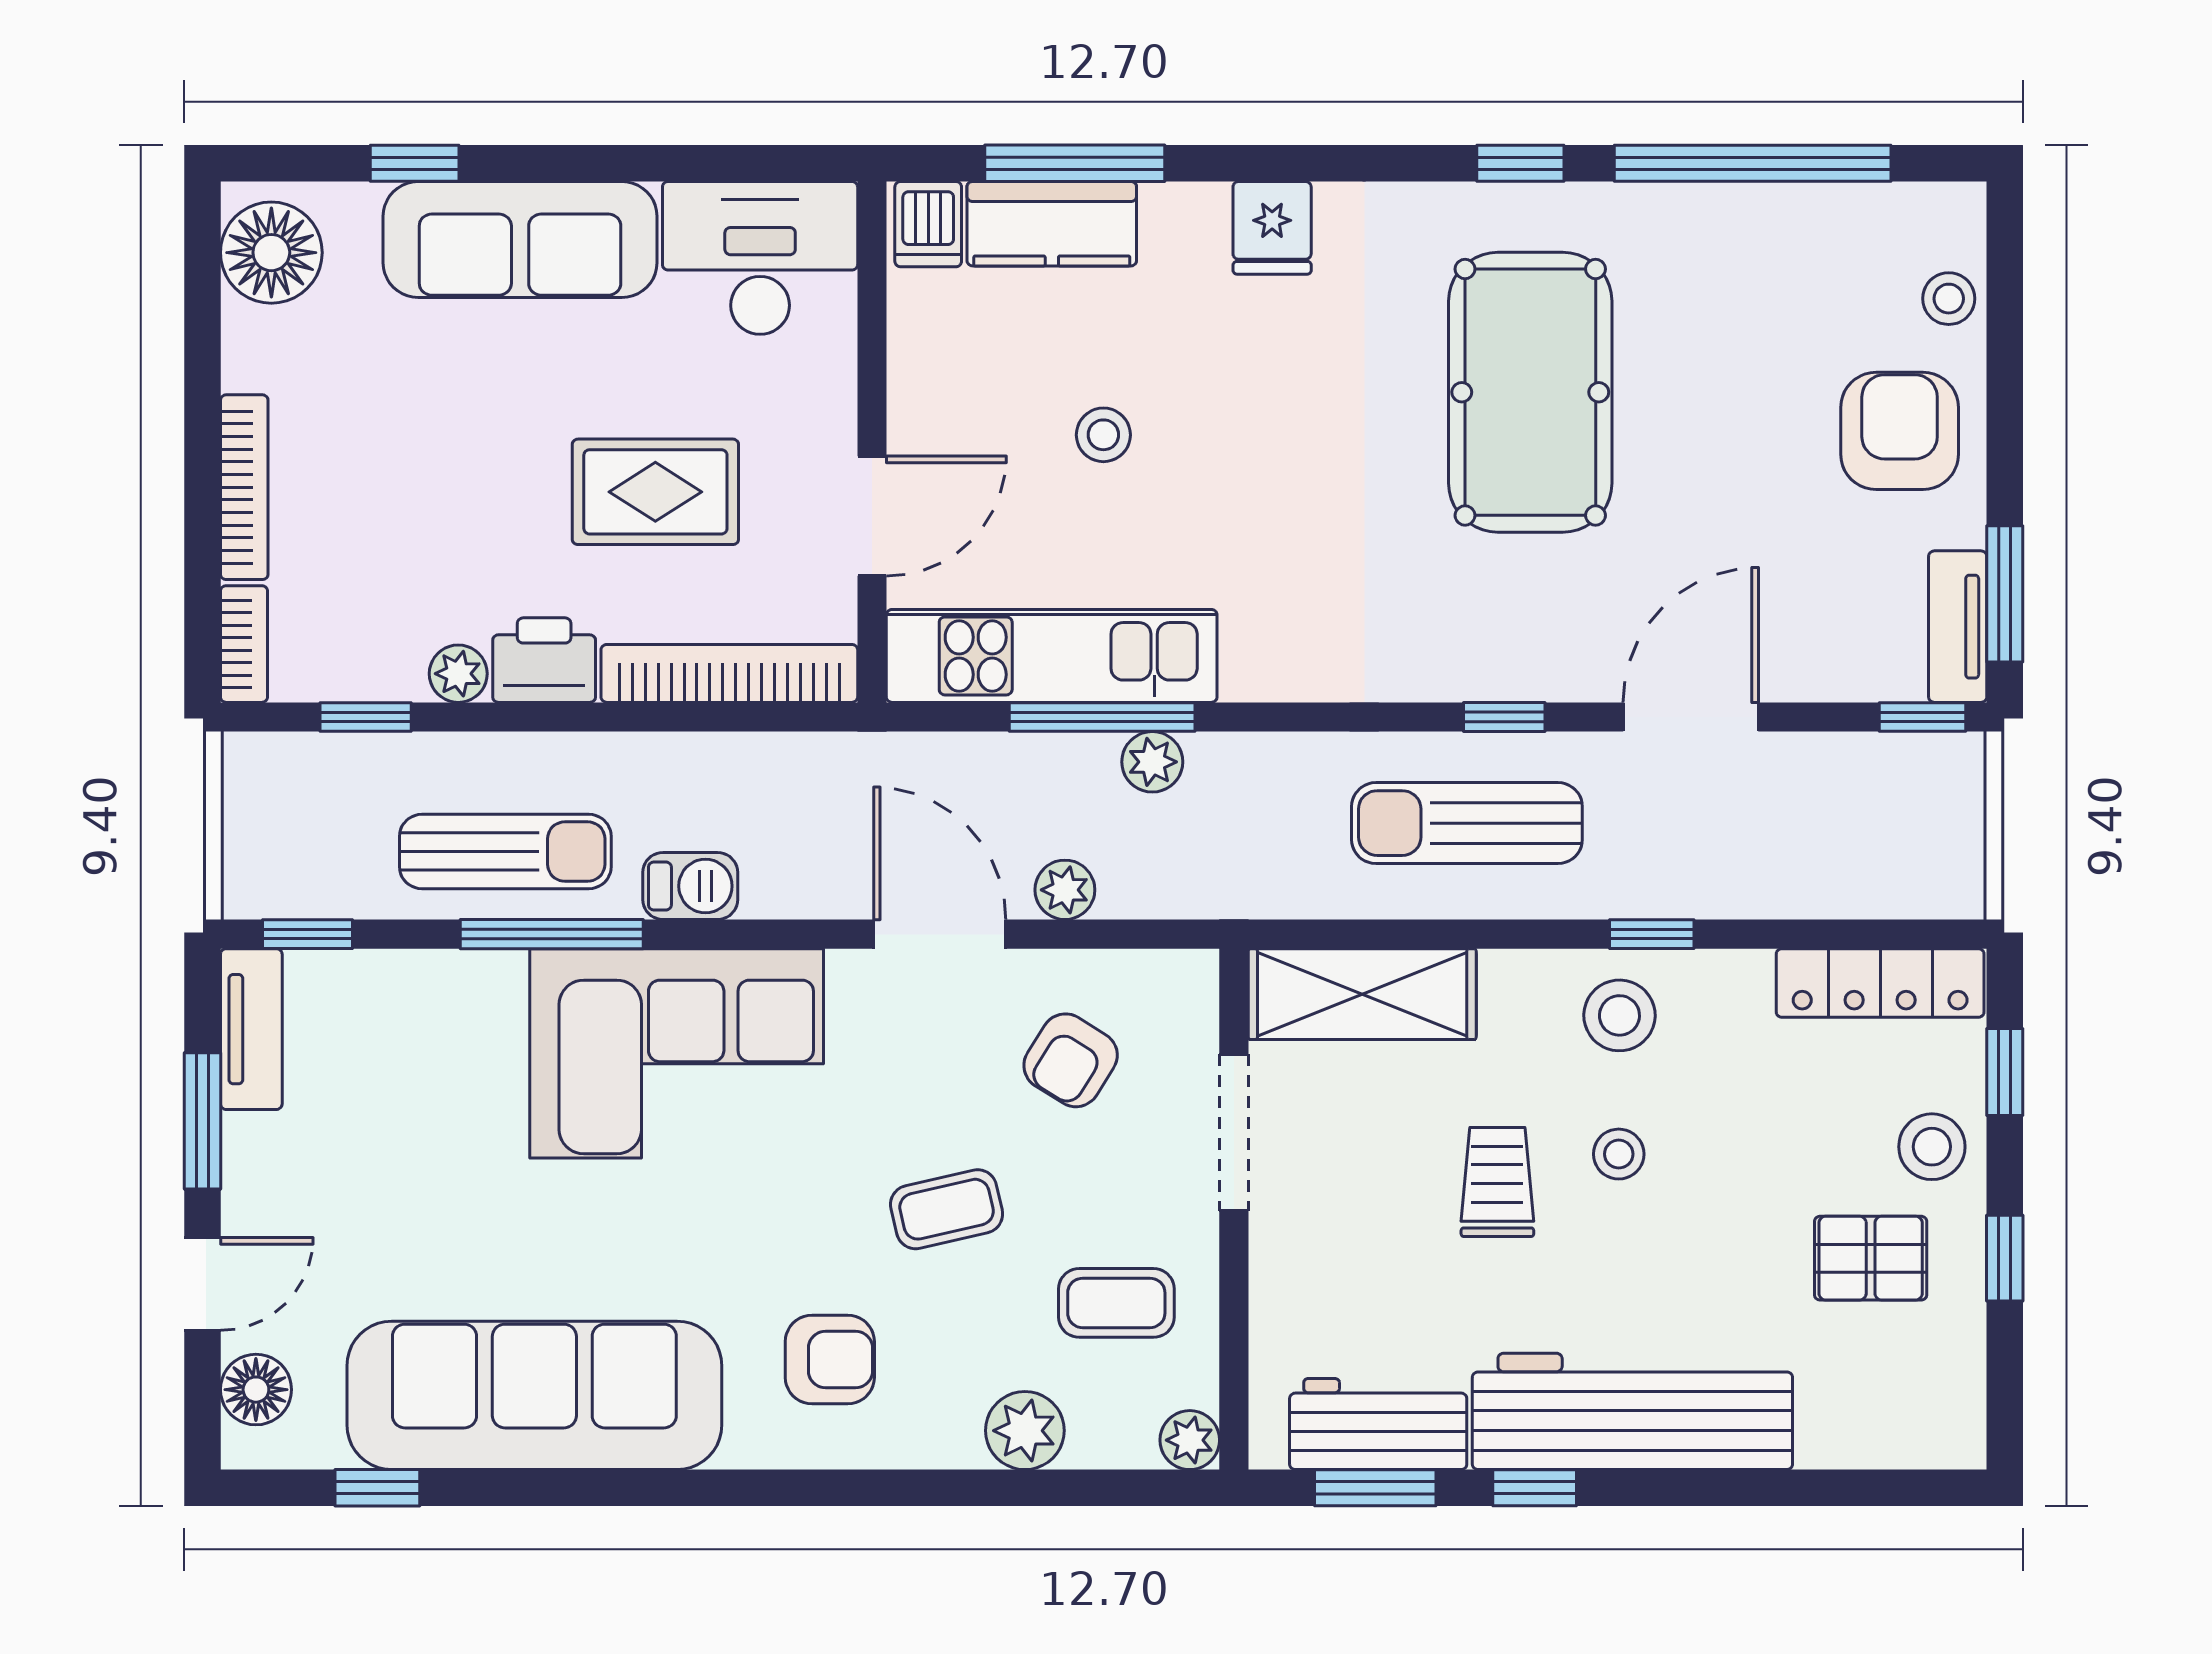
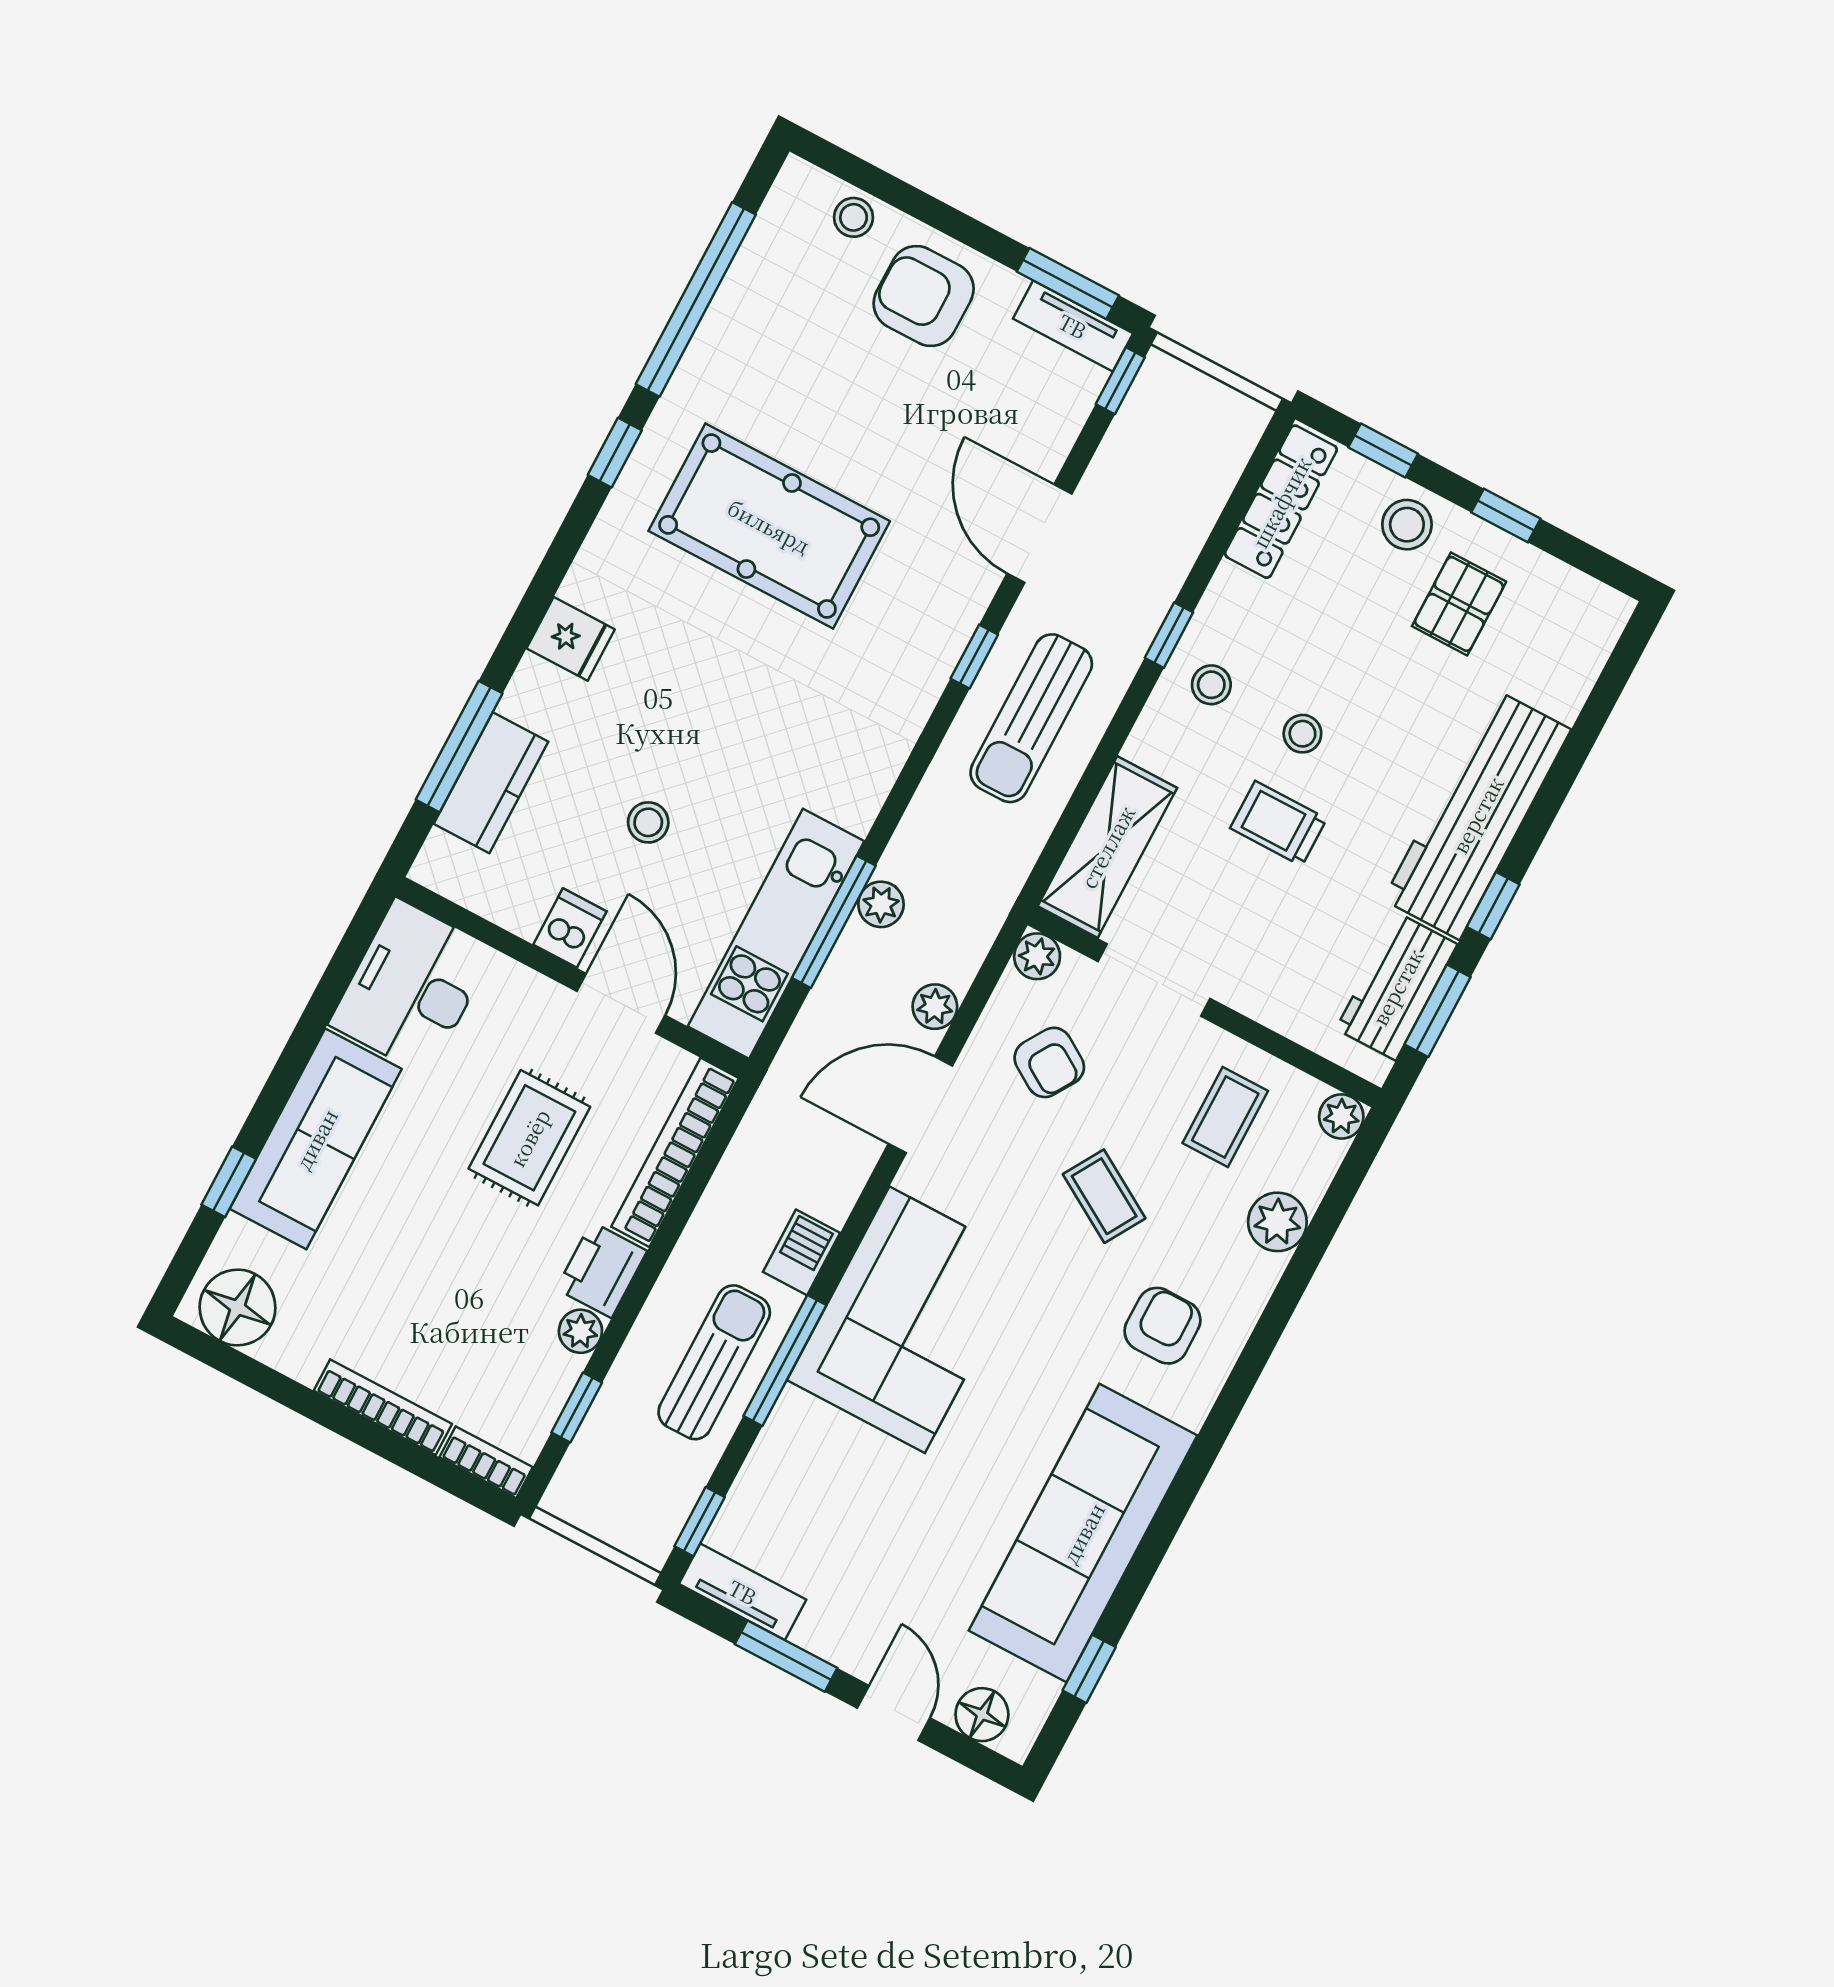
dishwasher: (928, 224) -> (570, 928), moved, turned -90
plant: (1189, 979) -> (1037, 956), added
stool: (1619, 1015) -> (1211, 685), width x0.73, depth x0.73
coffee table: (947, 1209) -> (1104, 1196), turned -46

